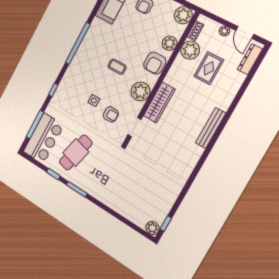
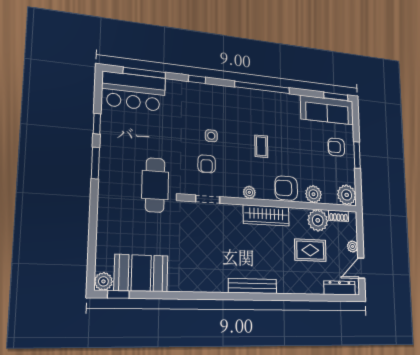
plant: (140, 91) -> (249, 192), width x0.53, depth x0.53
wardrobe: (159, 102) -> (266, 215), moved
cafe table: (76, 152) -> (155, 185), moved, turned 76
booth: (160, 201) -> (141, 273), added

